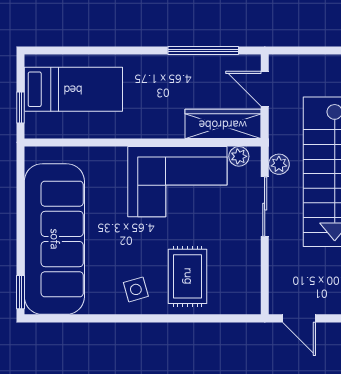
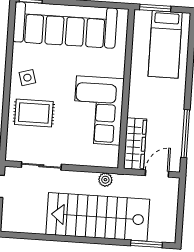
window: (20, 107) -> (155, 8), width x1.50
plant: (239, 156) -> (112, 153), removed
sliding door: (265, 207) -> (41, 166), moved

